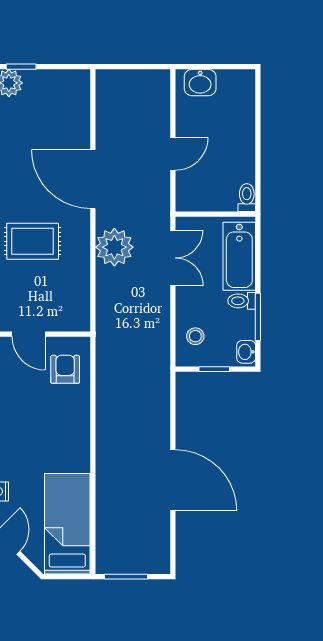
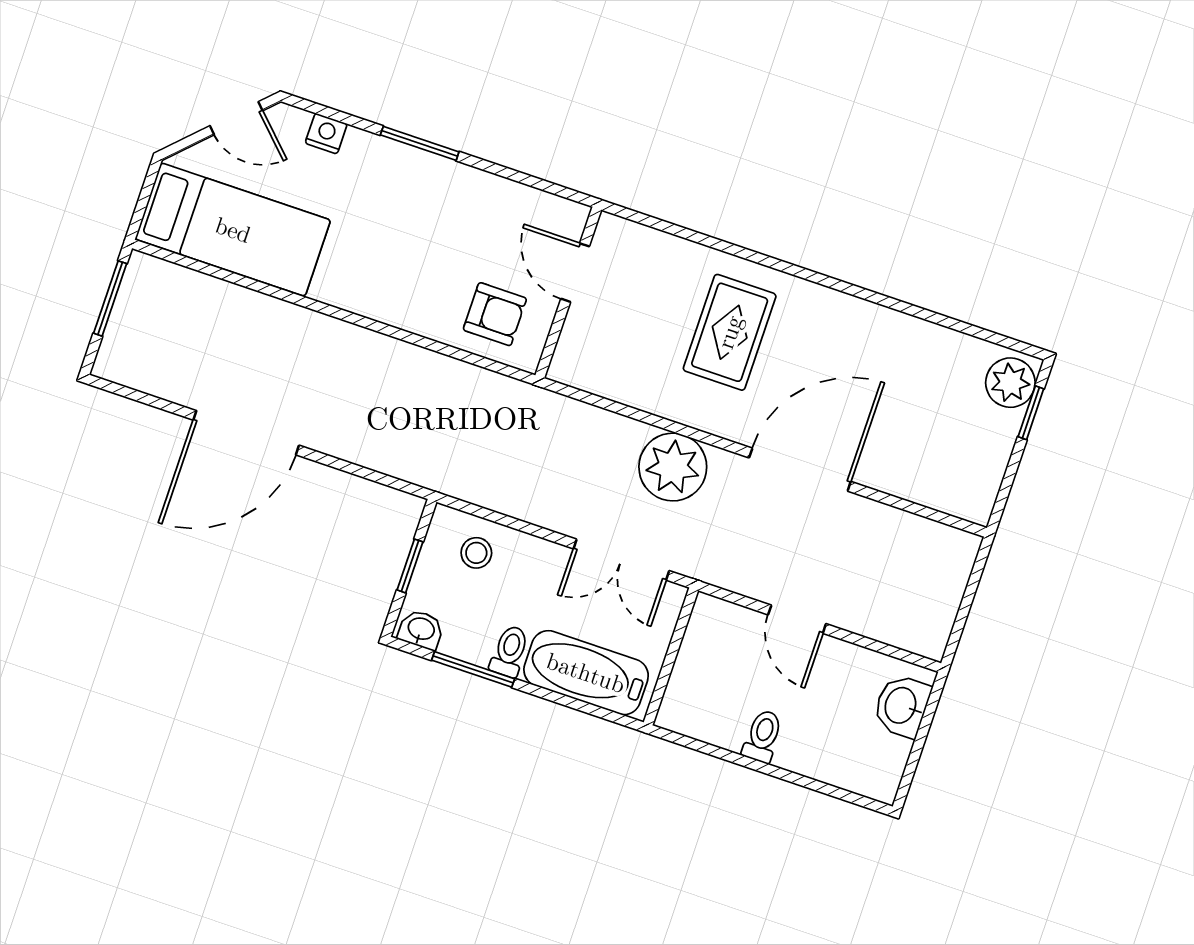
toilet: (247, 198) -> (763, 736), moved, turned -90
door: (29, 334) -> (575, 273), hinge flipped

